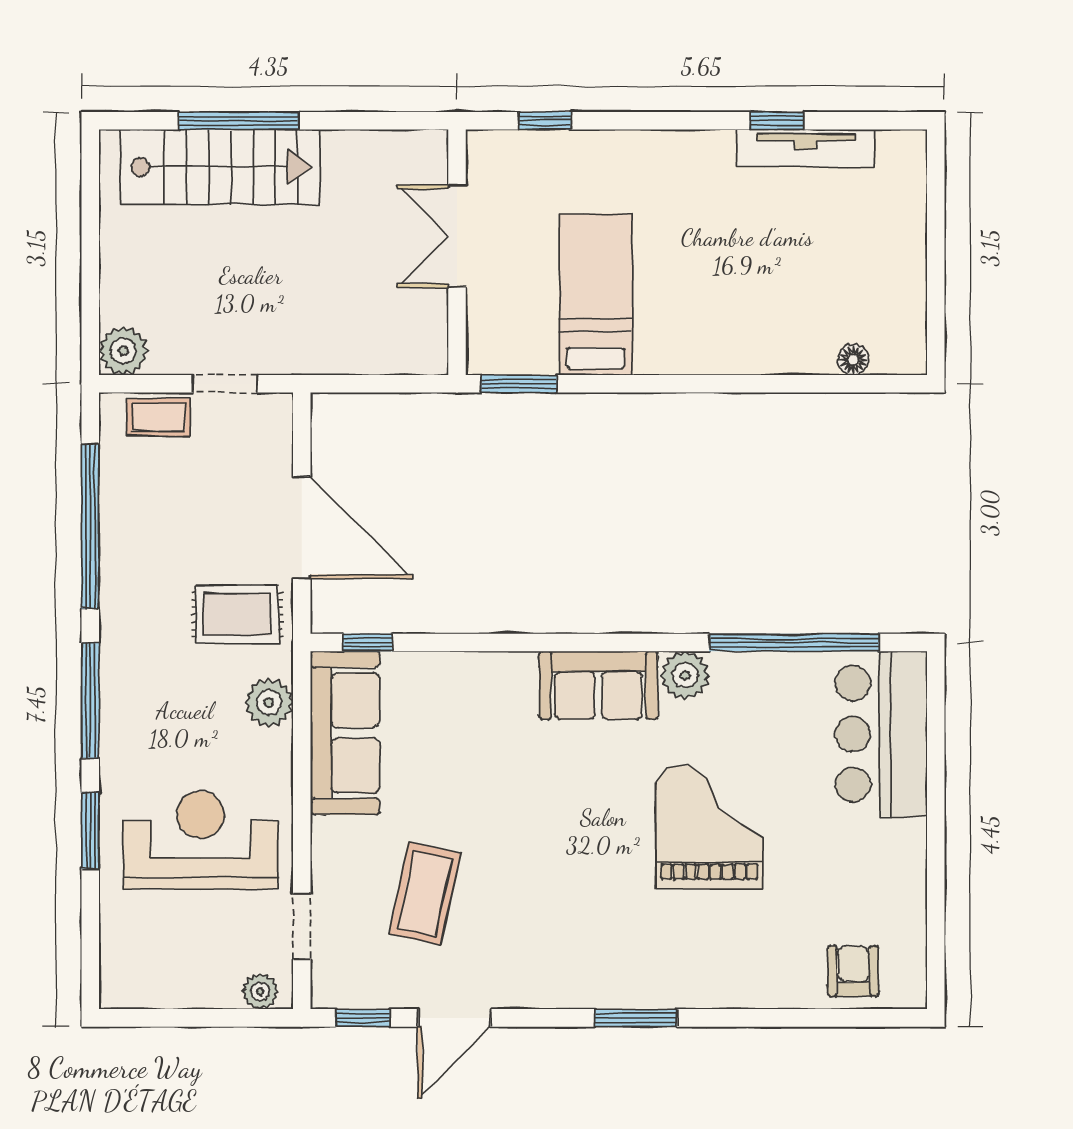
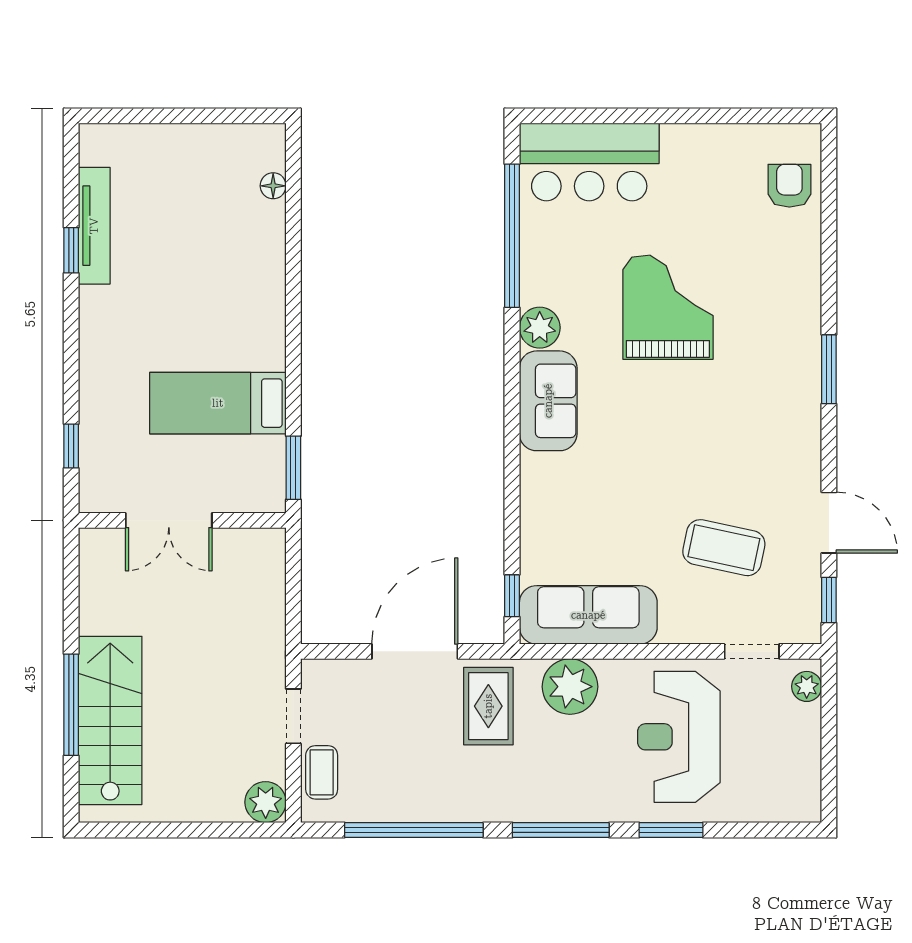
plant: (269, 702) -> (570, 687), width x1.36, depth x1.36
grand piano: (709, 827) -> (668, 307), turned 90
armchair: (853, 971) -> (789, 186), turned 90

